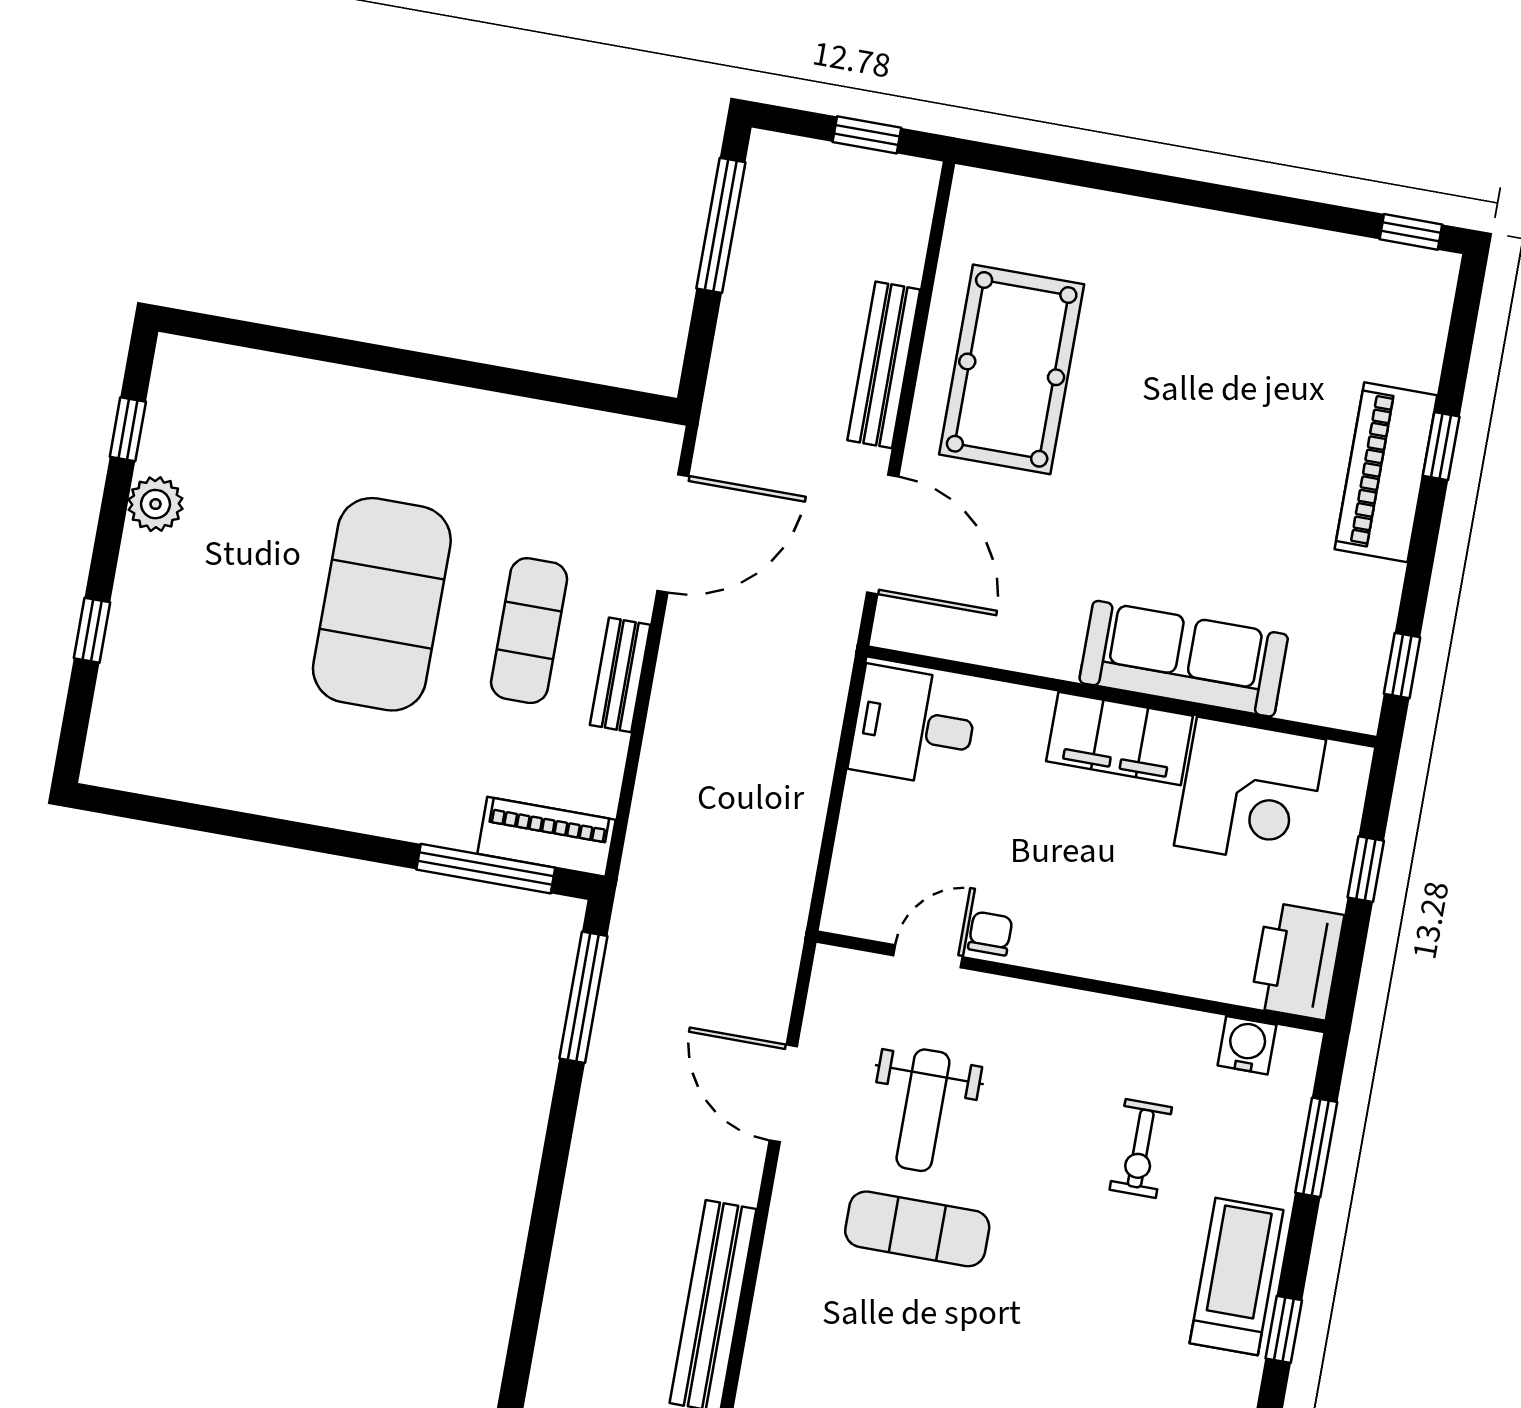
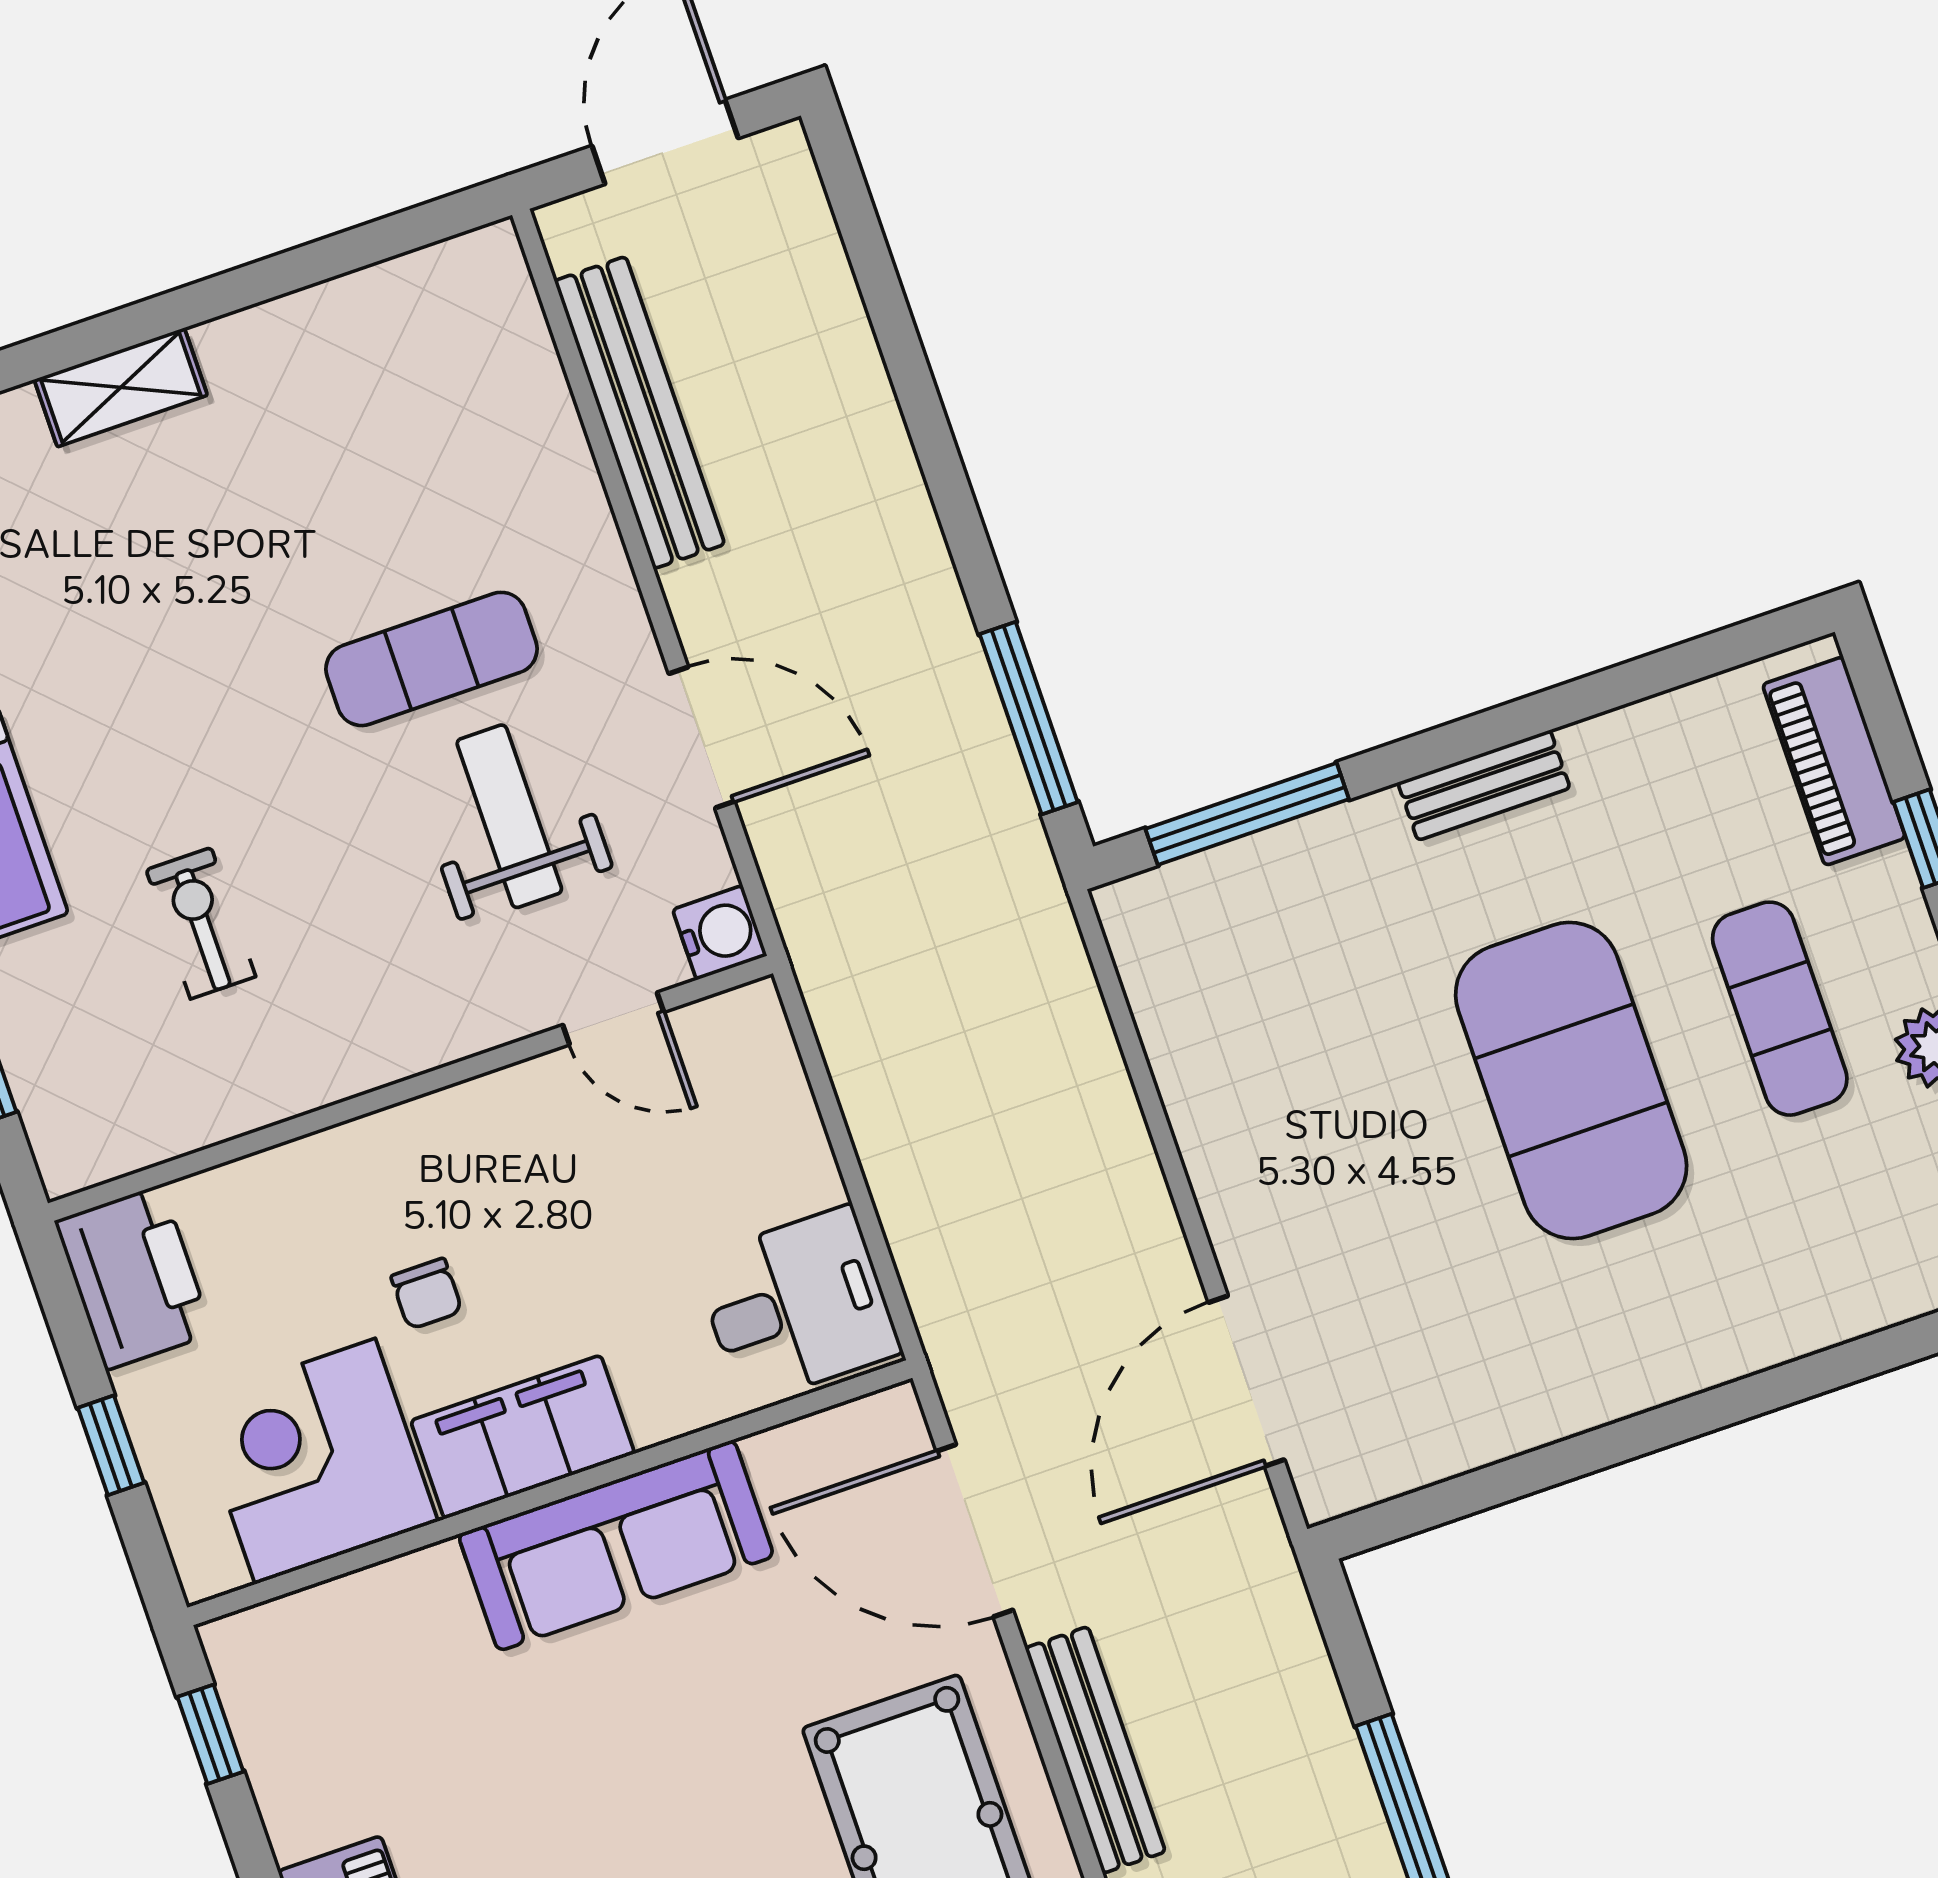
exercise mat: (529, 631) -> (1780, 1009), moved
sofa: (1184, 659) -> (616, 1545), moved
bench: (620, 675) -> (1484, 785), moved, turned 90
piano: (546, 837) -> (1834, 761), moved, turned 90
chair: (990, 933) -> (427, 1294), moved
door: (928, 956) -> (613, 1018), hinge flipped
water cooler: (1247, 1045) -> (720, 933), moved, turned -90

